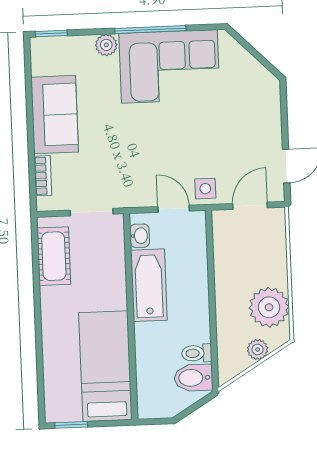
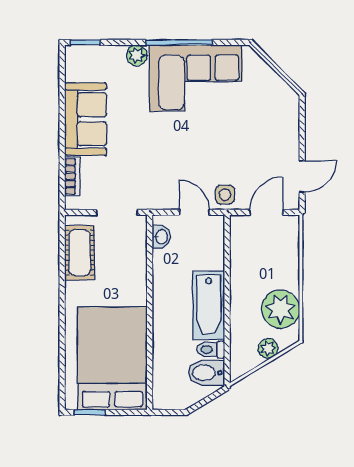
bathtub: (149, 285) -> (209, 305), moved, turned 180
bed: (105, 366) -> (112, 358), width x1.50

